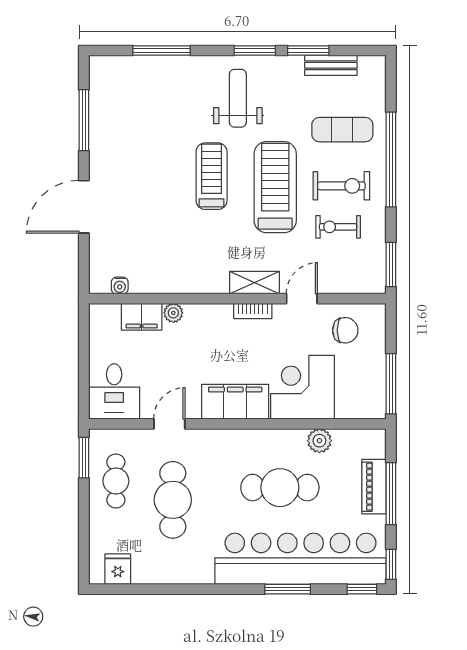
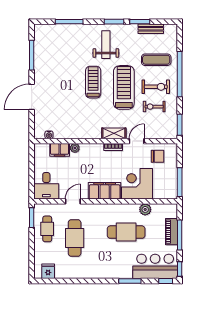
bar counter: (300, 559) -> (155, 266), width x0.54

